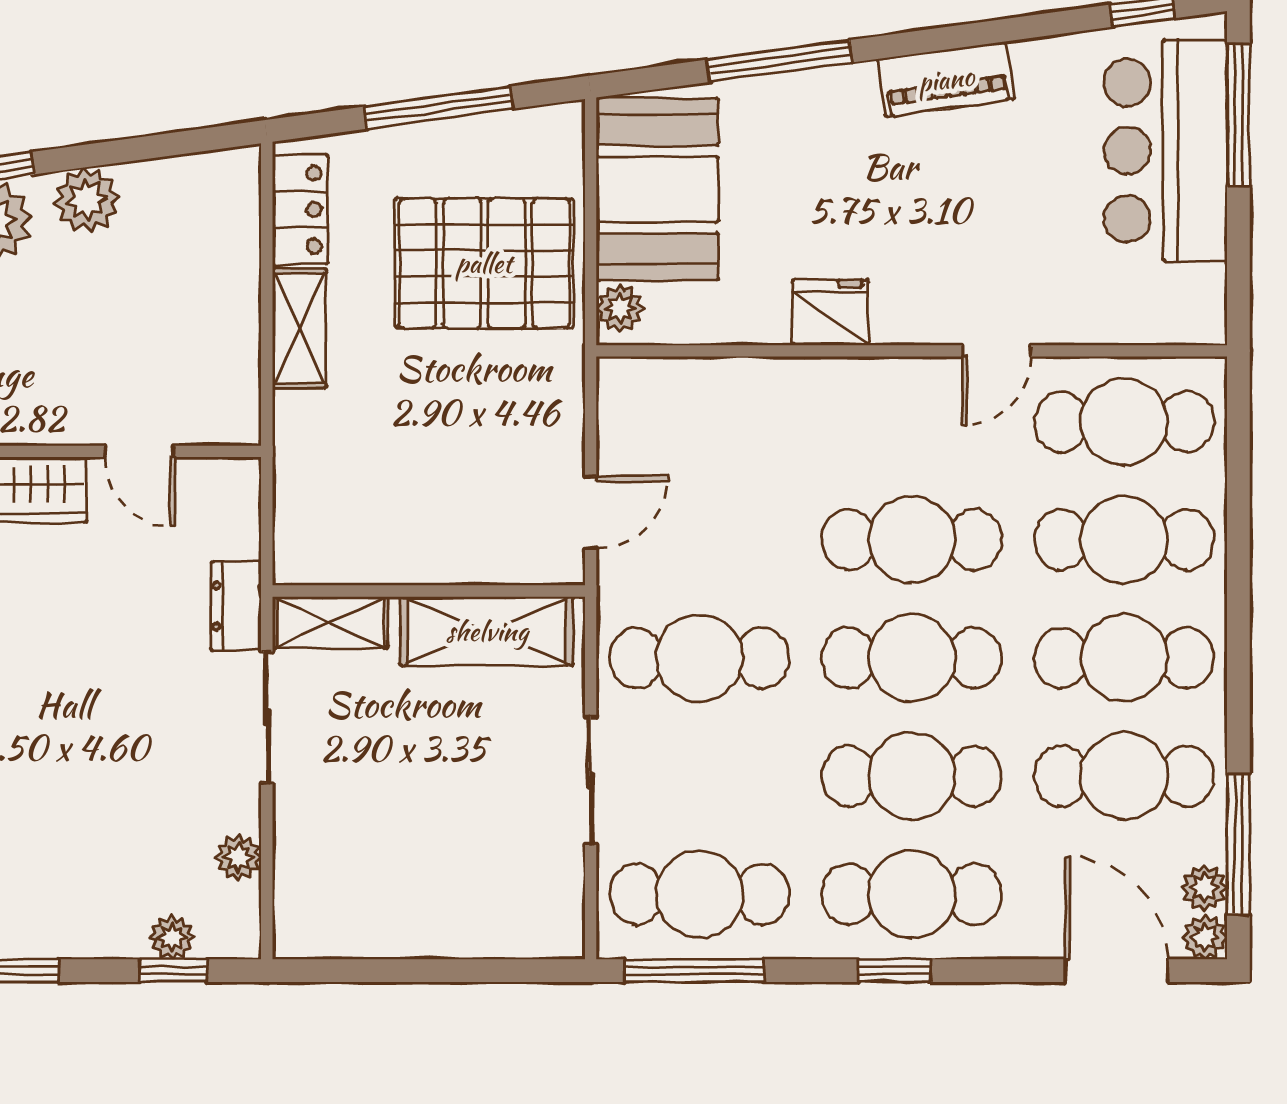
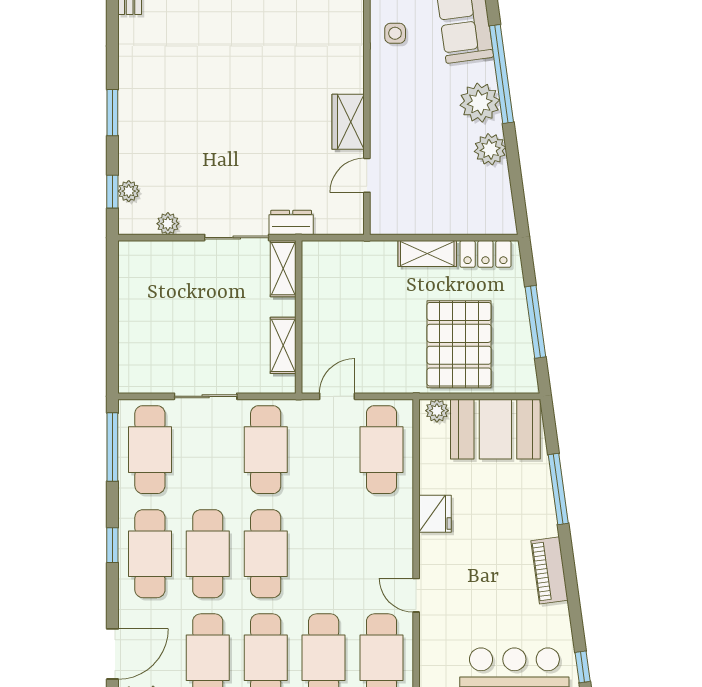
door: (591, 512) -> (337, 396), swing flipped
cafe table: (912, 540) -> (381, 450), moved
shelving: (487, 631) -> (283, 345), width x0.67, depth x0.75

